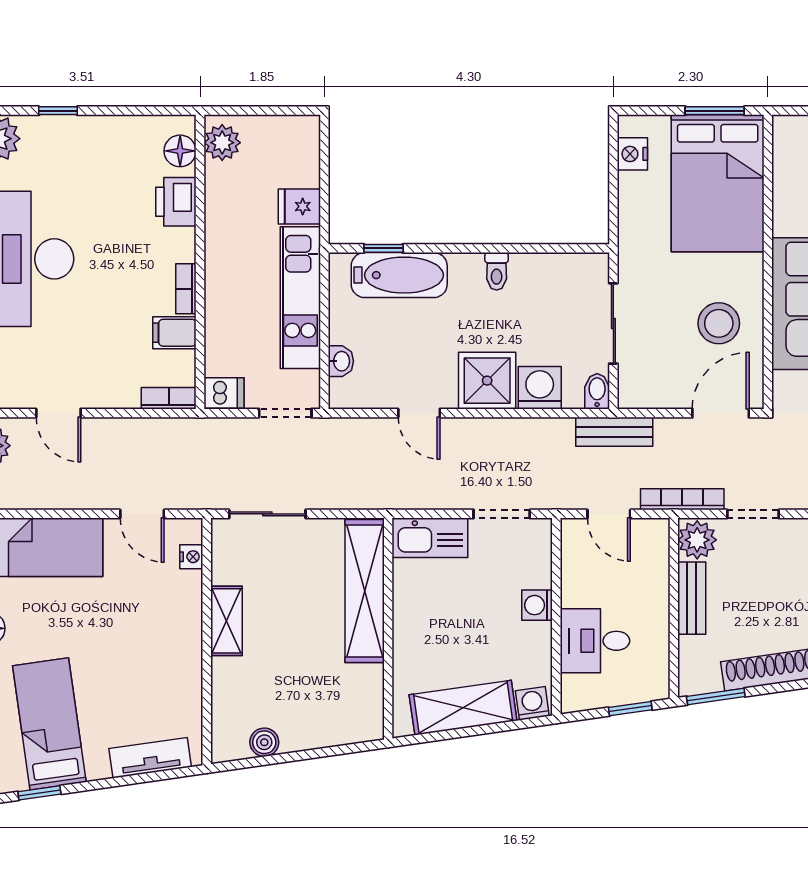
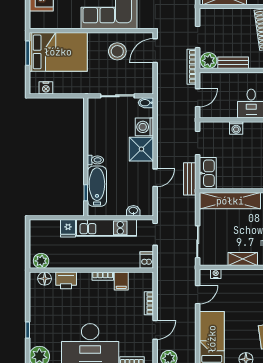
toilet: (497, 271) -> (95, 160), moved
bookcase: (169, 398) -> (149, 303), moved
door: (721, 413) -> (155, 51), hinge flipped
bench: (614, 432) -> (190, 179), moved

